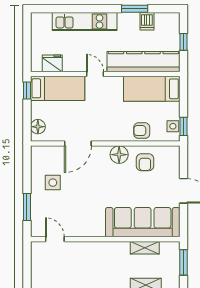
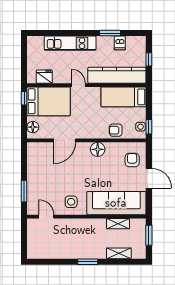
bed: (58, 88) -> (49, 101), width x1.50
armchair: (145, 162) -> (132, 160), moved, turned 180
side table: (53, 183) -> (71, 202), moved

